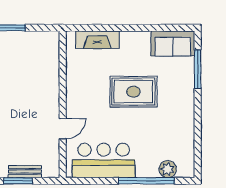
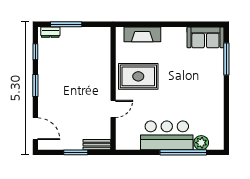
rug: (133, 92) -> (138, 76), moved
bar counter: (104, 160) -> (167, 135), moved
bench: (25, 172) -> (97, 145), moved

